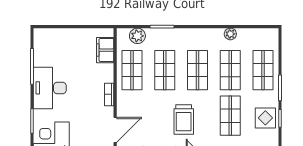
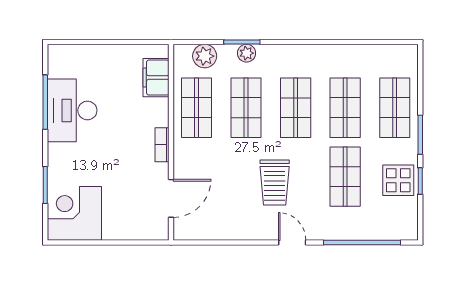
plant: (230, 34) -> (247, 53), moved
desk: (50, 88) -> (72, 110), moved

